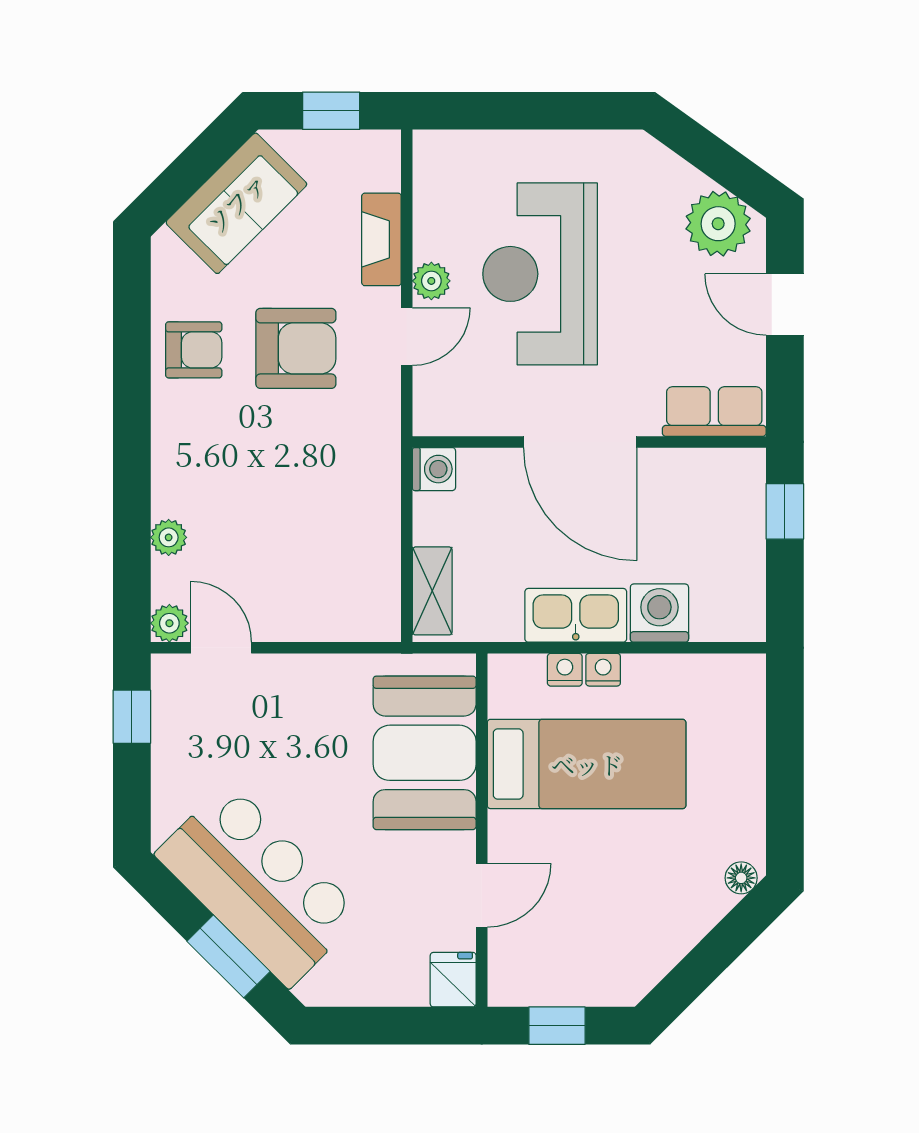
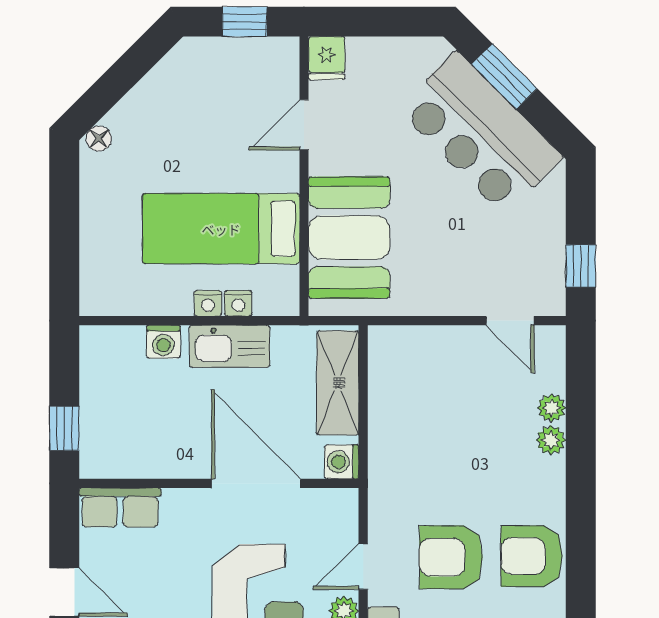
armchair: (194, 350) -> (532, 556), width x1.38, depth x1.38
door: (580, 442) -> (256, 483), moved
shelving: (432, 591) -> (338, 383), width x1.50, depth x1.33
washing machine: (659, 613) -> (163, 342), width x0.73, depth x0.73
plant: (169, 623) -> (551, 440), moved

